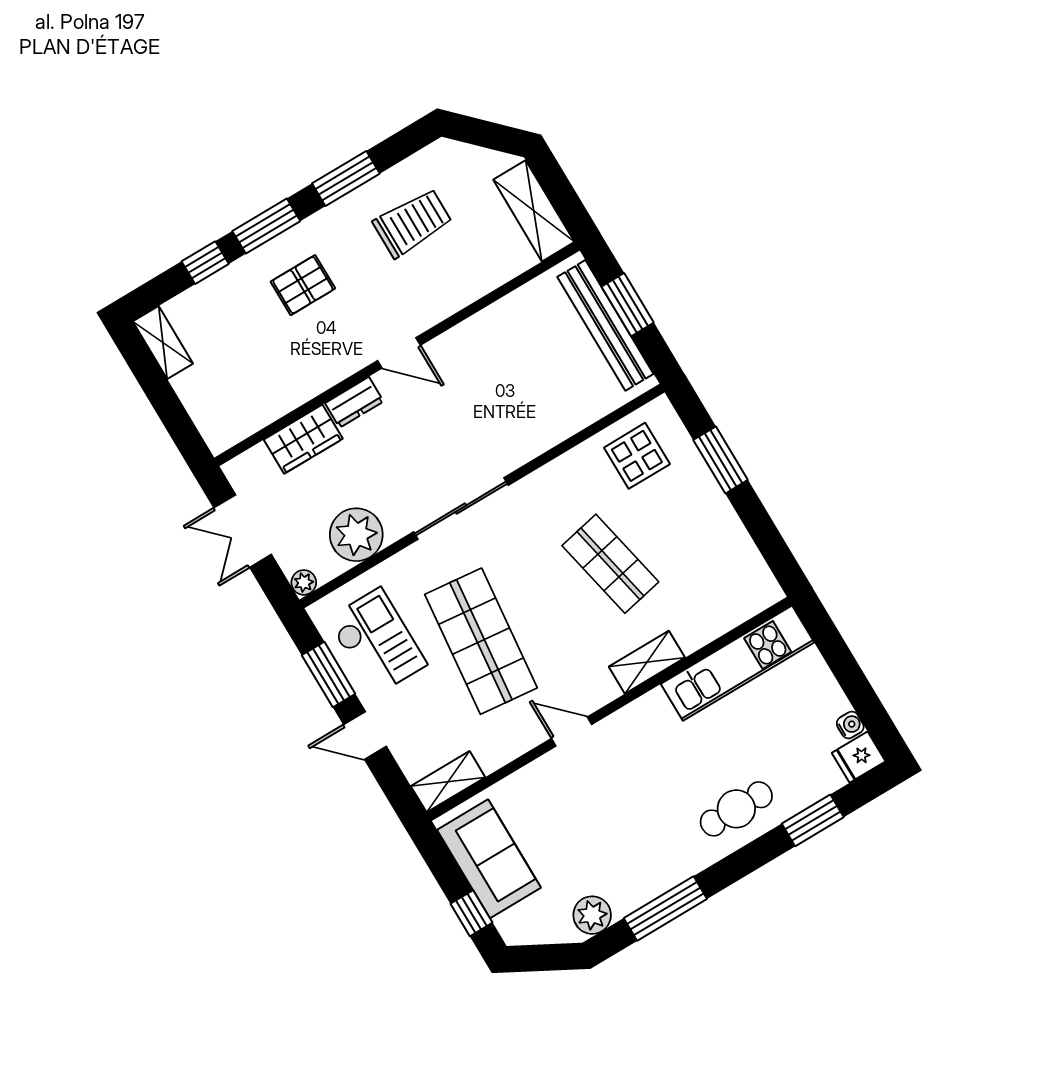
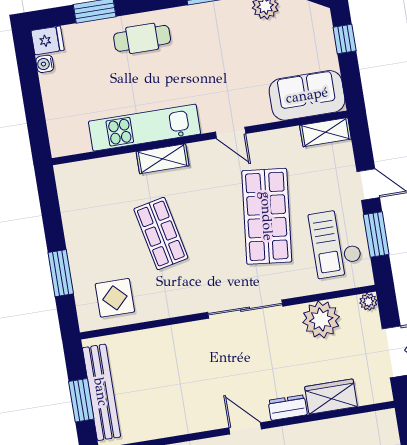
kitchen unit: (738, 663) -> (145, 128), moved
sofa: (489, 859) -> (307, 95), moved, turned 90

